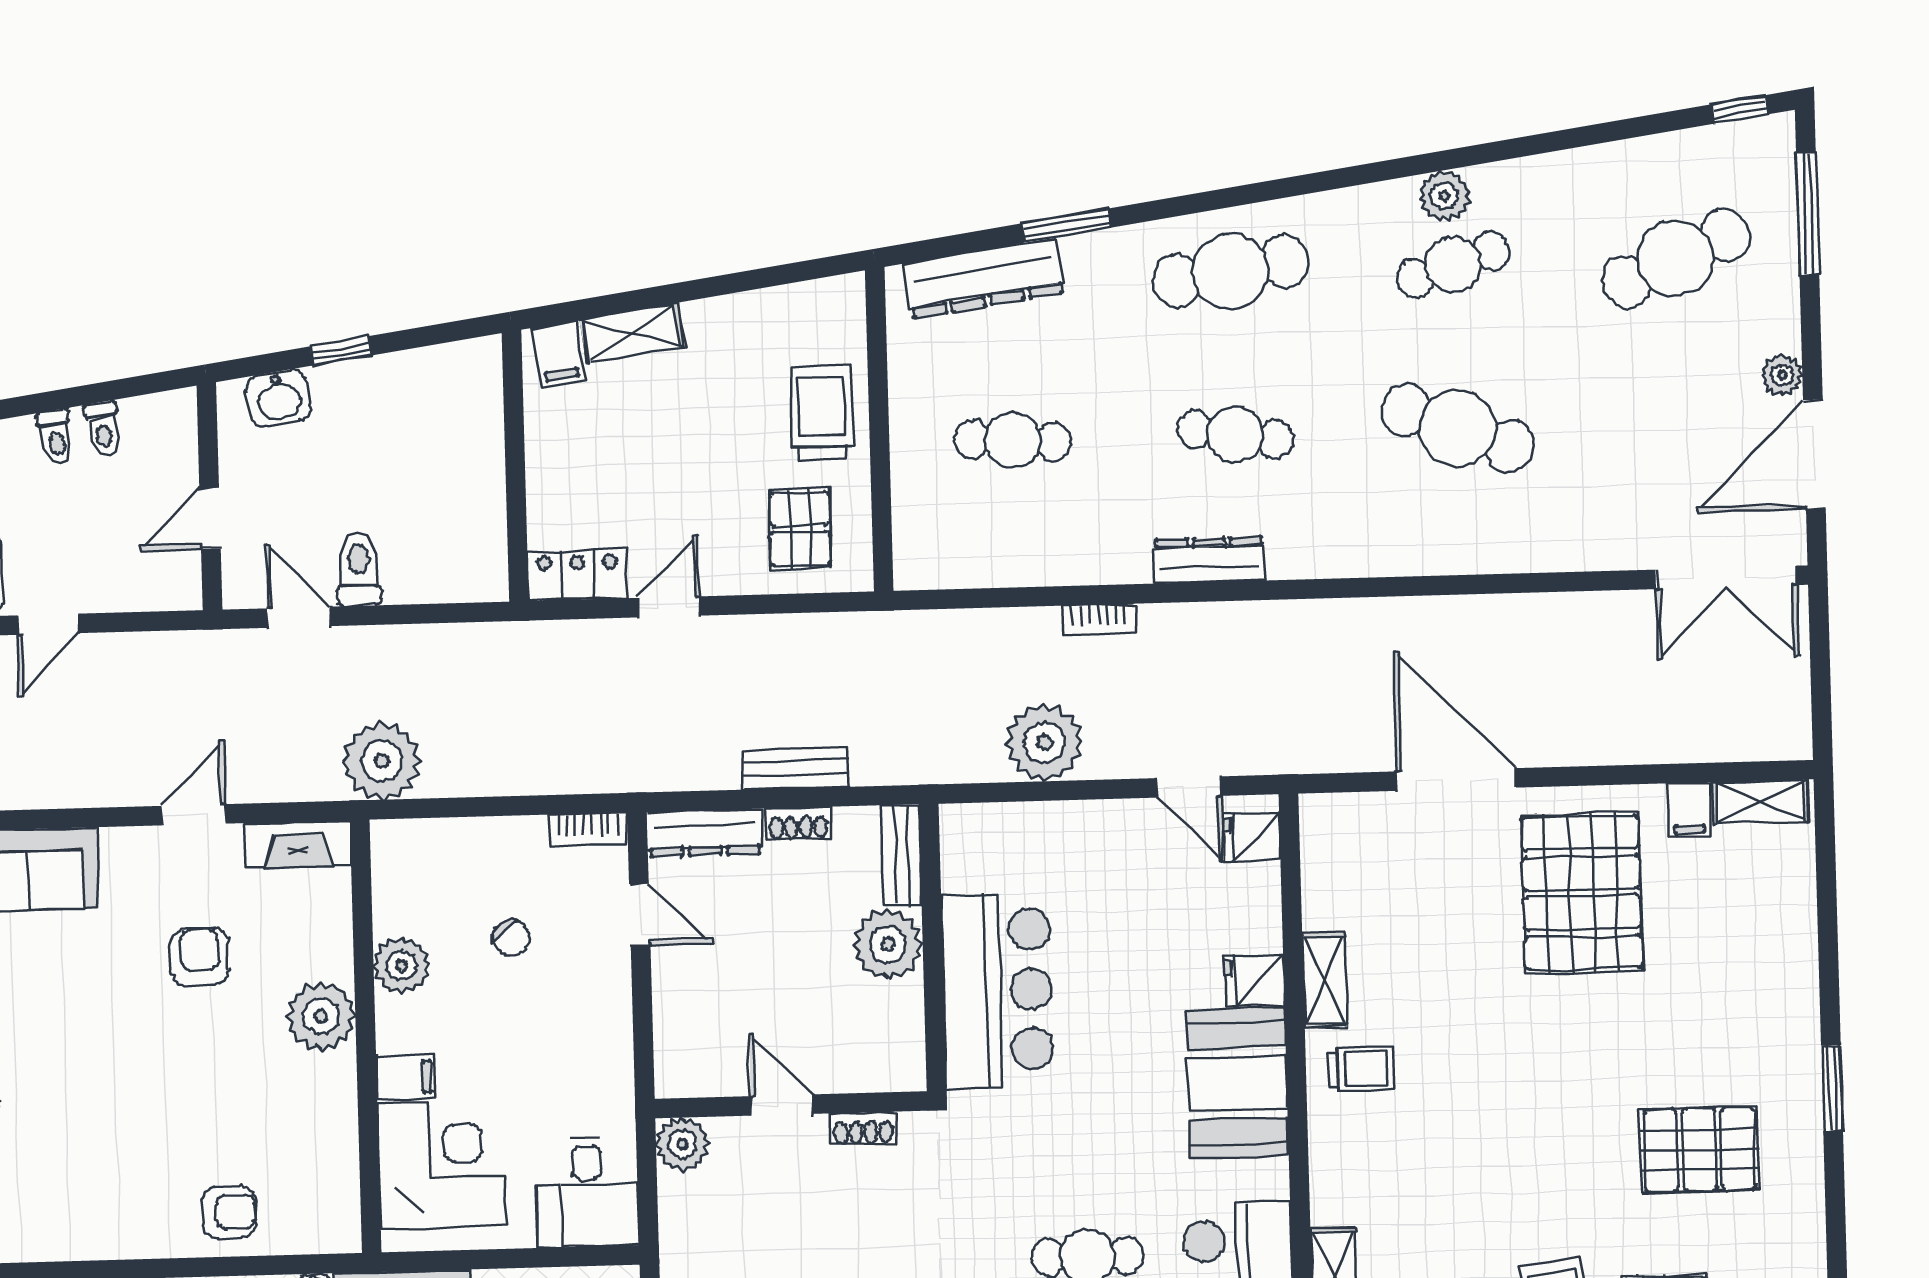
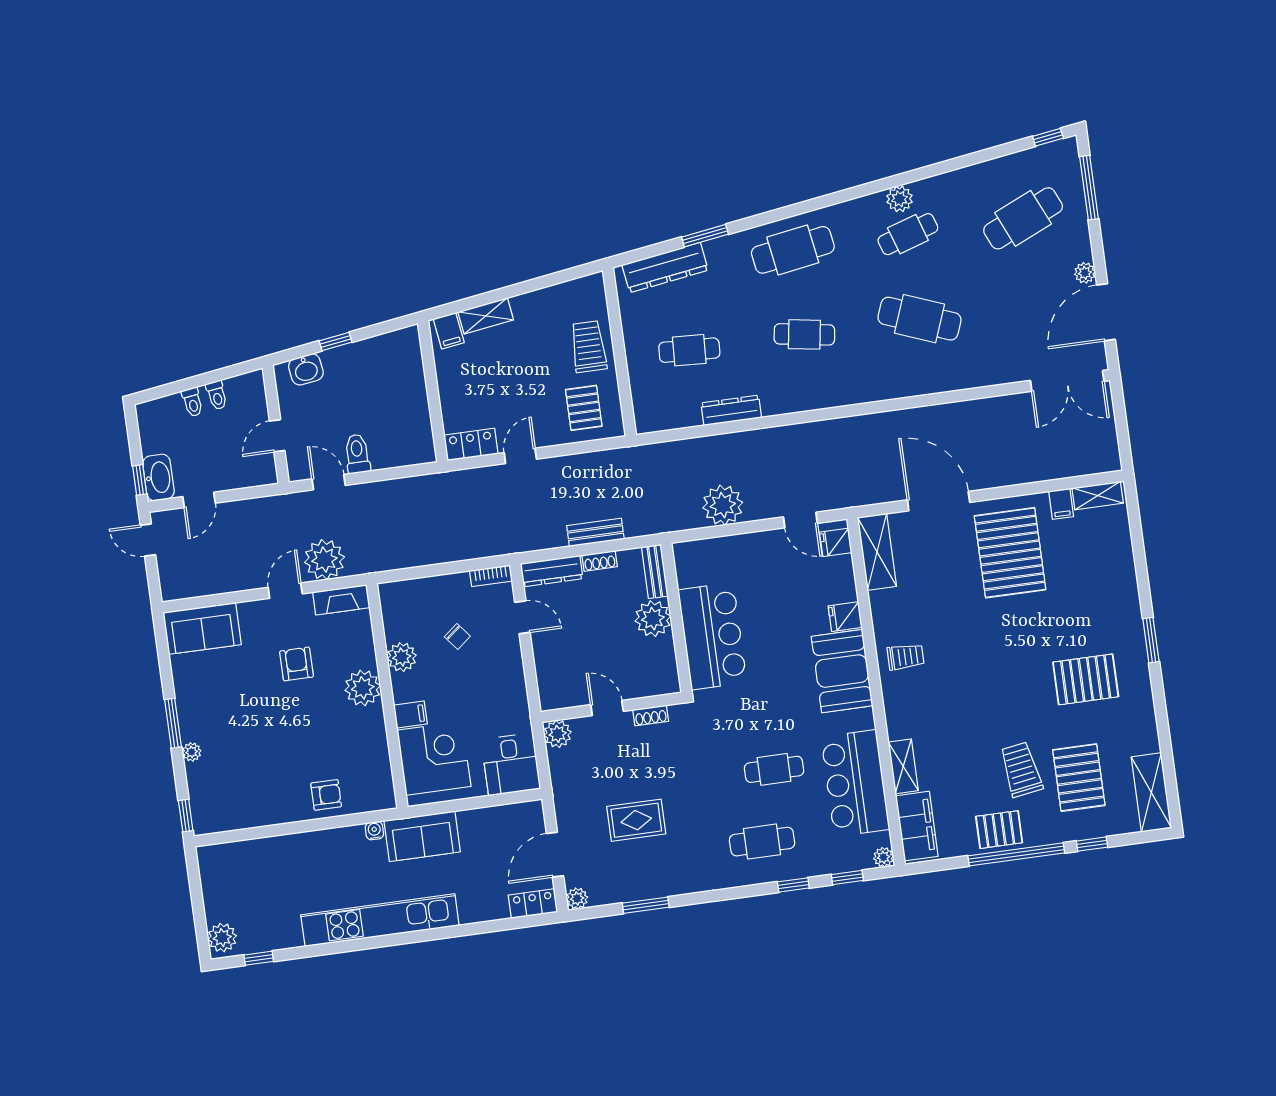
dresser: (1209, 560) -> (731, 410), moved
bookcase: (1099, 619) -> (744, 438), removed
plant: (382, 761) -> (324, 560), moved
shelving: (1325, 980) -> (877, 552), moved, width x1.50, depth x1.33

